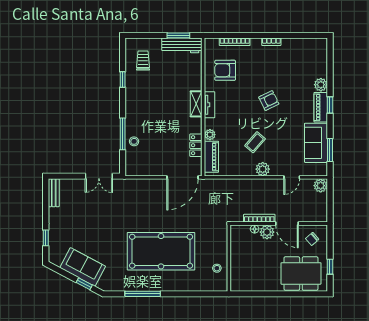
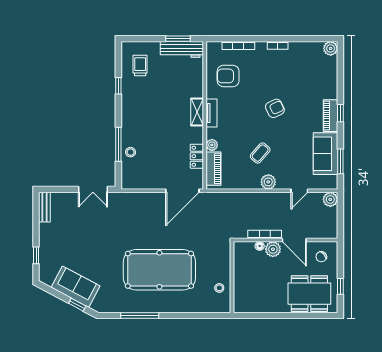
plant: (321, 85) -> (331, 48), moved

